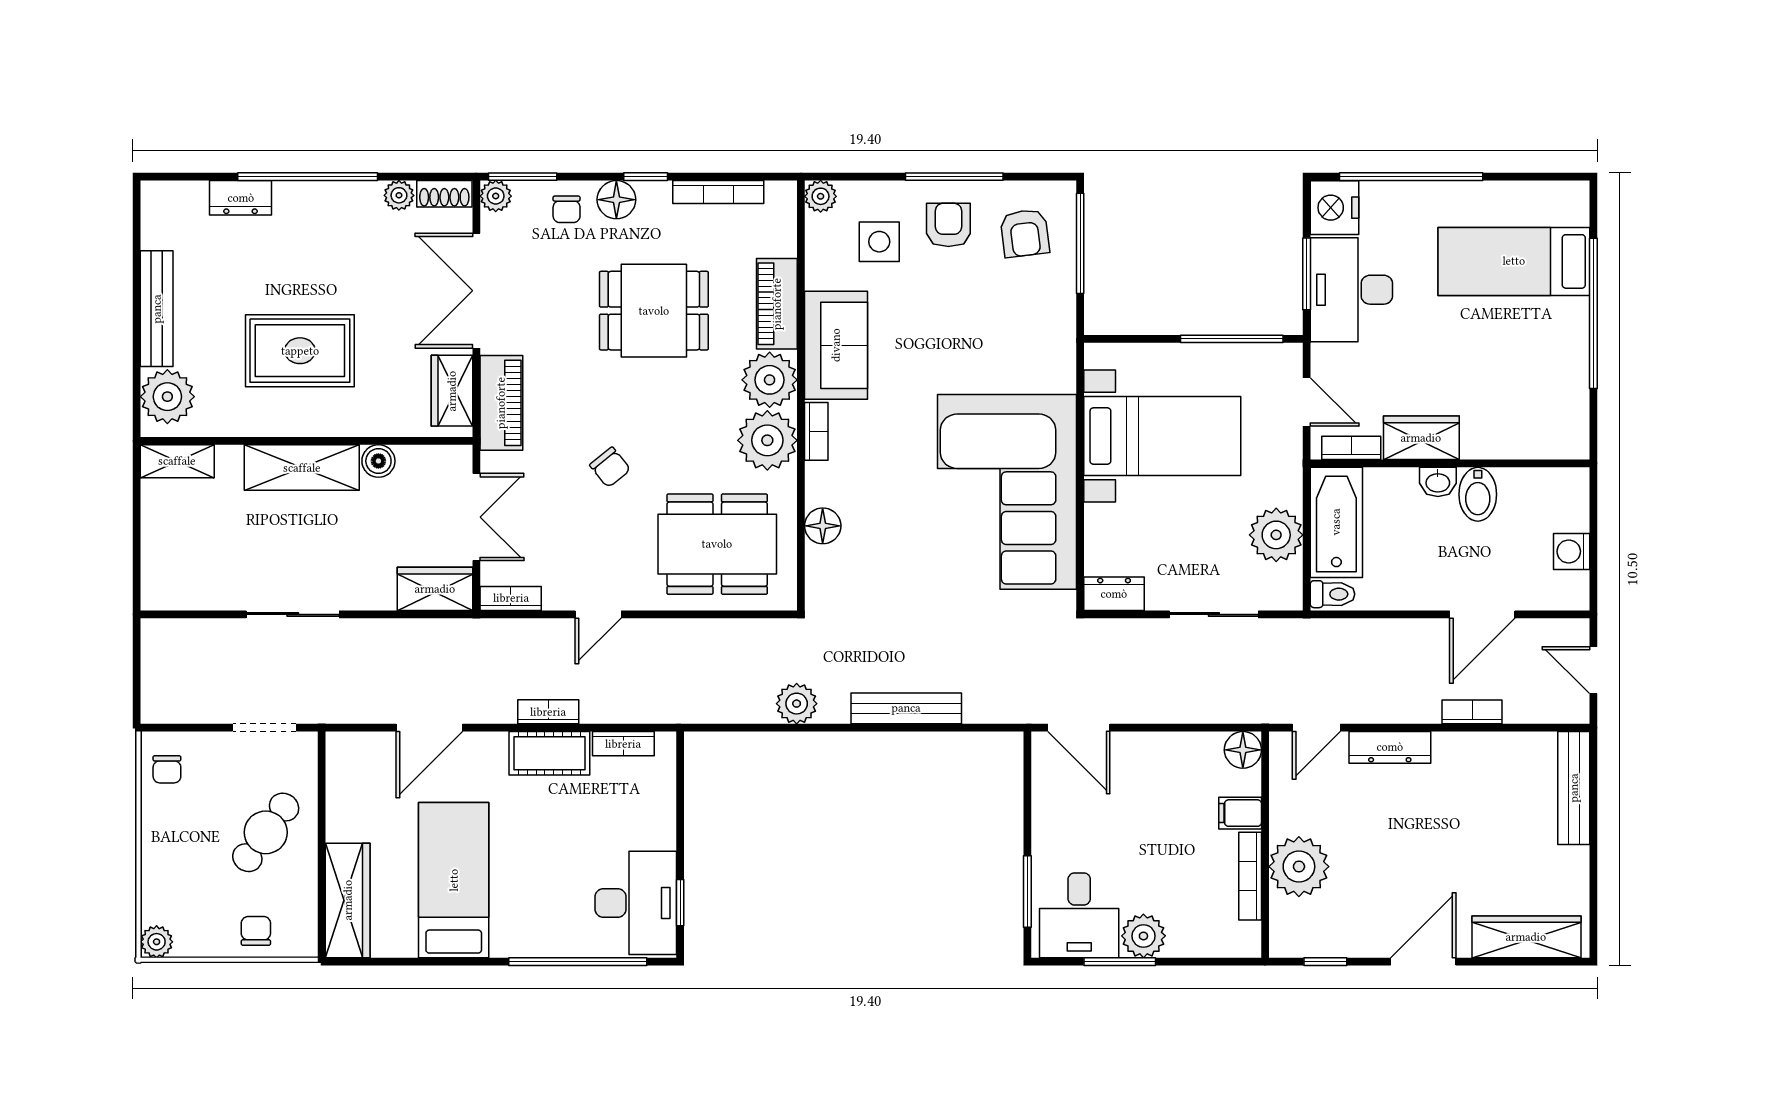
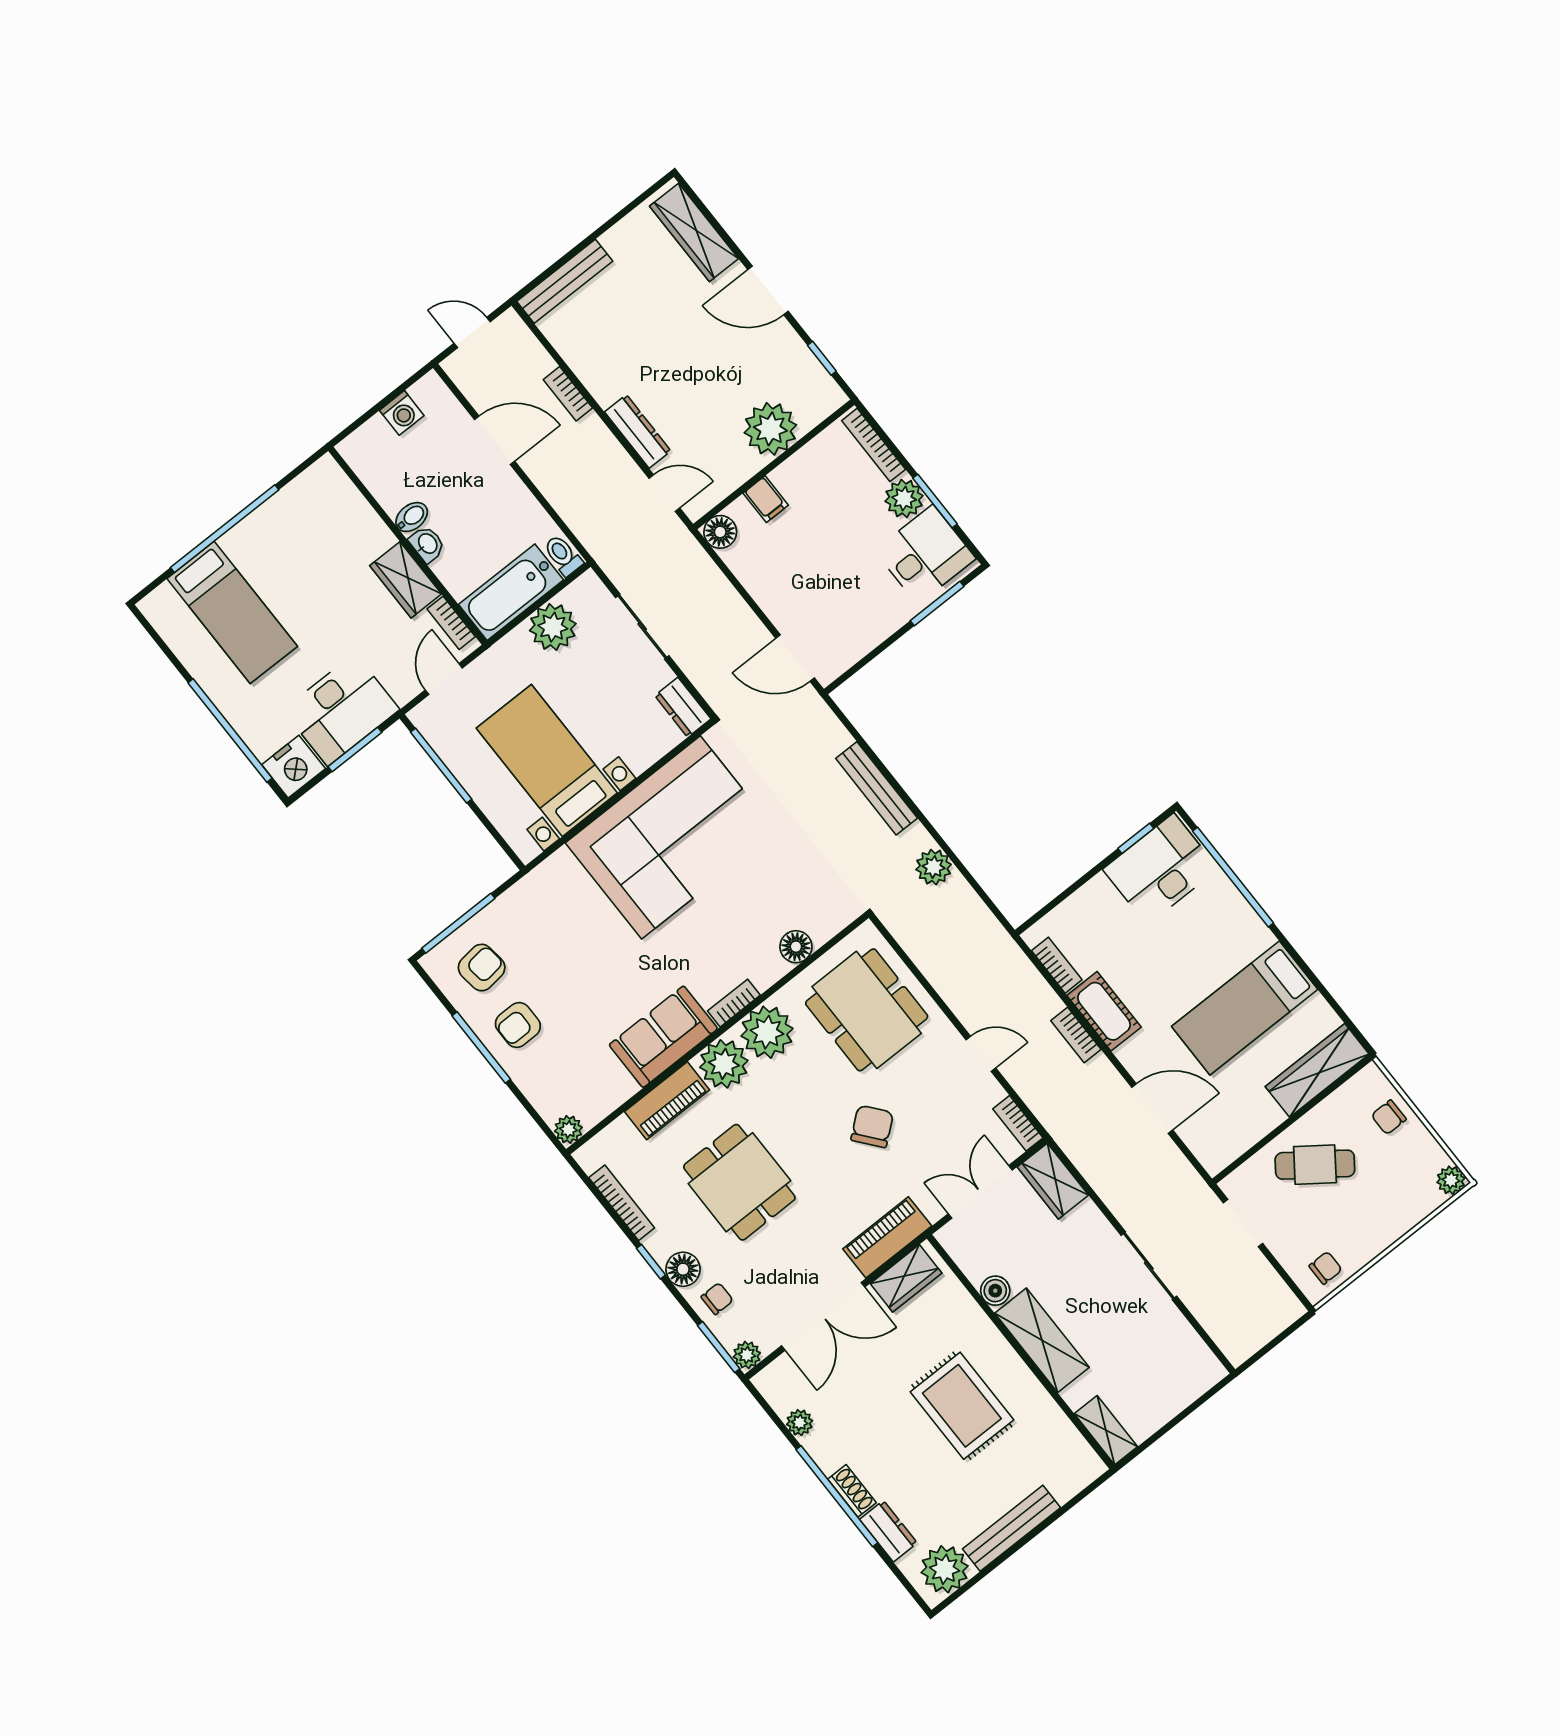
shoe rack: (444, 194) -> (852, 1491), moved
side table: (879, 242) -> (568, 1064), removed
plant: (167, 397) -> (945, 1569), moved
chair: (610, 467) -> (872, 1126), width x1.37, depth x1.37
bidet: (1478, 494) -> (412, 517), width x0.72, depth x0.74
door: (1593, 670) -> (472, 333), swing flipped
door: (1079, 728) -> (795, 658), swing flipped
bookcase: (1250, 876) -> (874, 445), moved, turned 90

